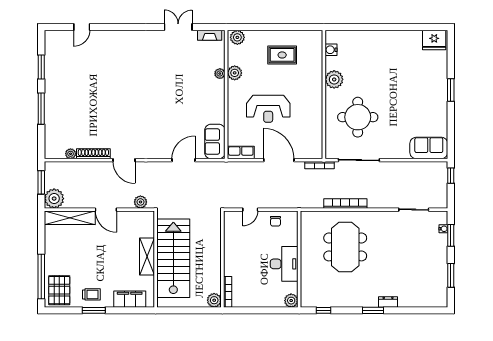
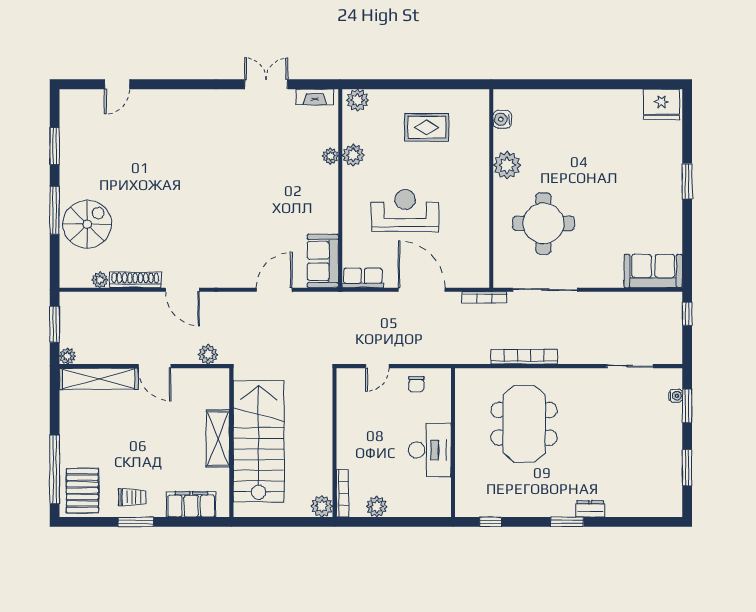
reception desk: (268, 109) -> (405, 211), turned 180
spiral stairs: (62, 118) -> (87, 224), added
plant: (54, 199) -> (67, 356), width x0.53, depth x0.53
plant: (291, 301) -> (377, 507), moved

